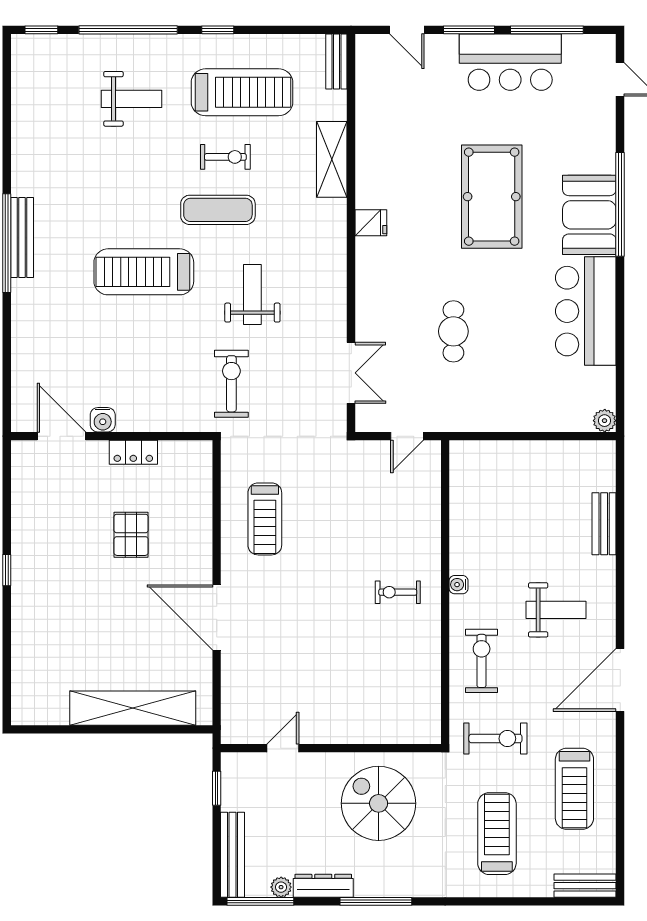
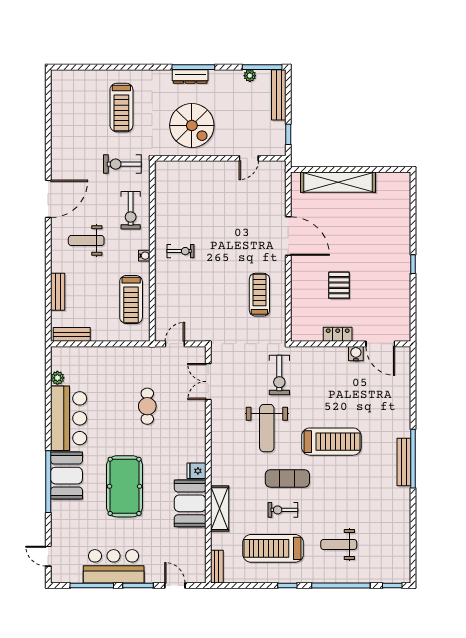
booth: (381, 168) -> (190, 503), added
weight bench: (252, 295) -> (267, 428), width x1.36, depth x1.33
plant: (605, 421) -> (57, 378), moved
treadmill: (574, 789) -> (131, 300), moved, turned 180
dresser: (323, 886) -> (190, 76), moved
bench: (585, 886) -> (72, 334), moved

